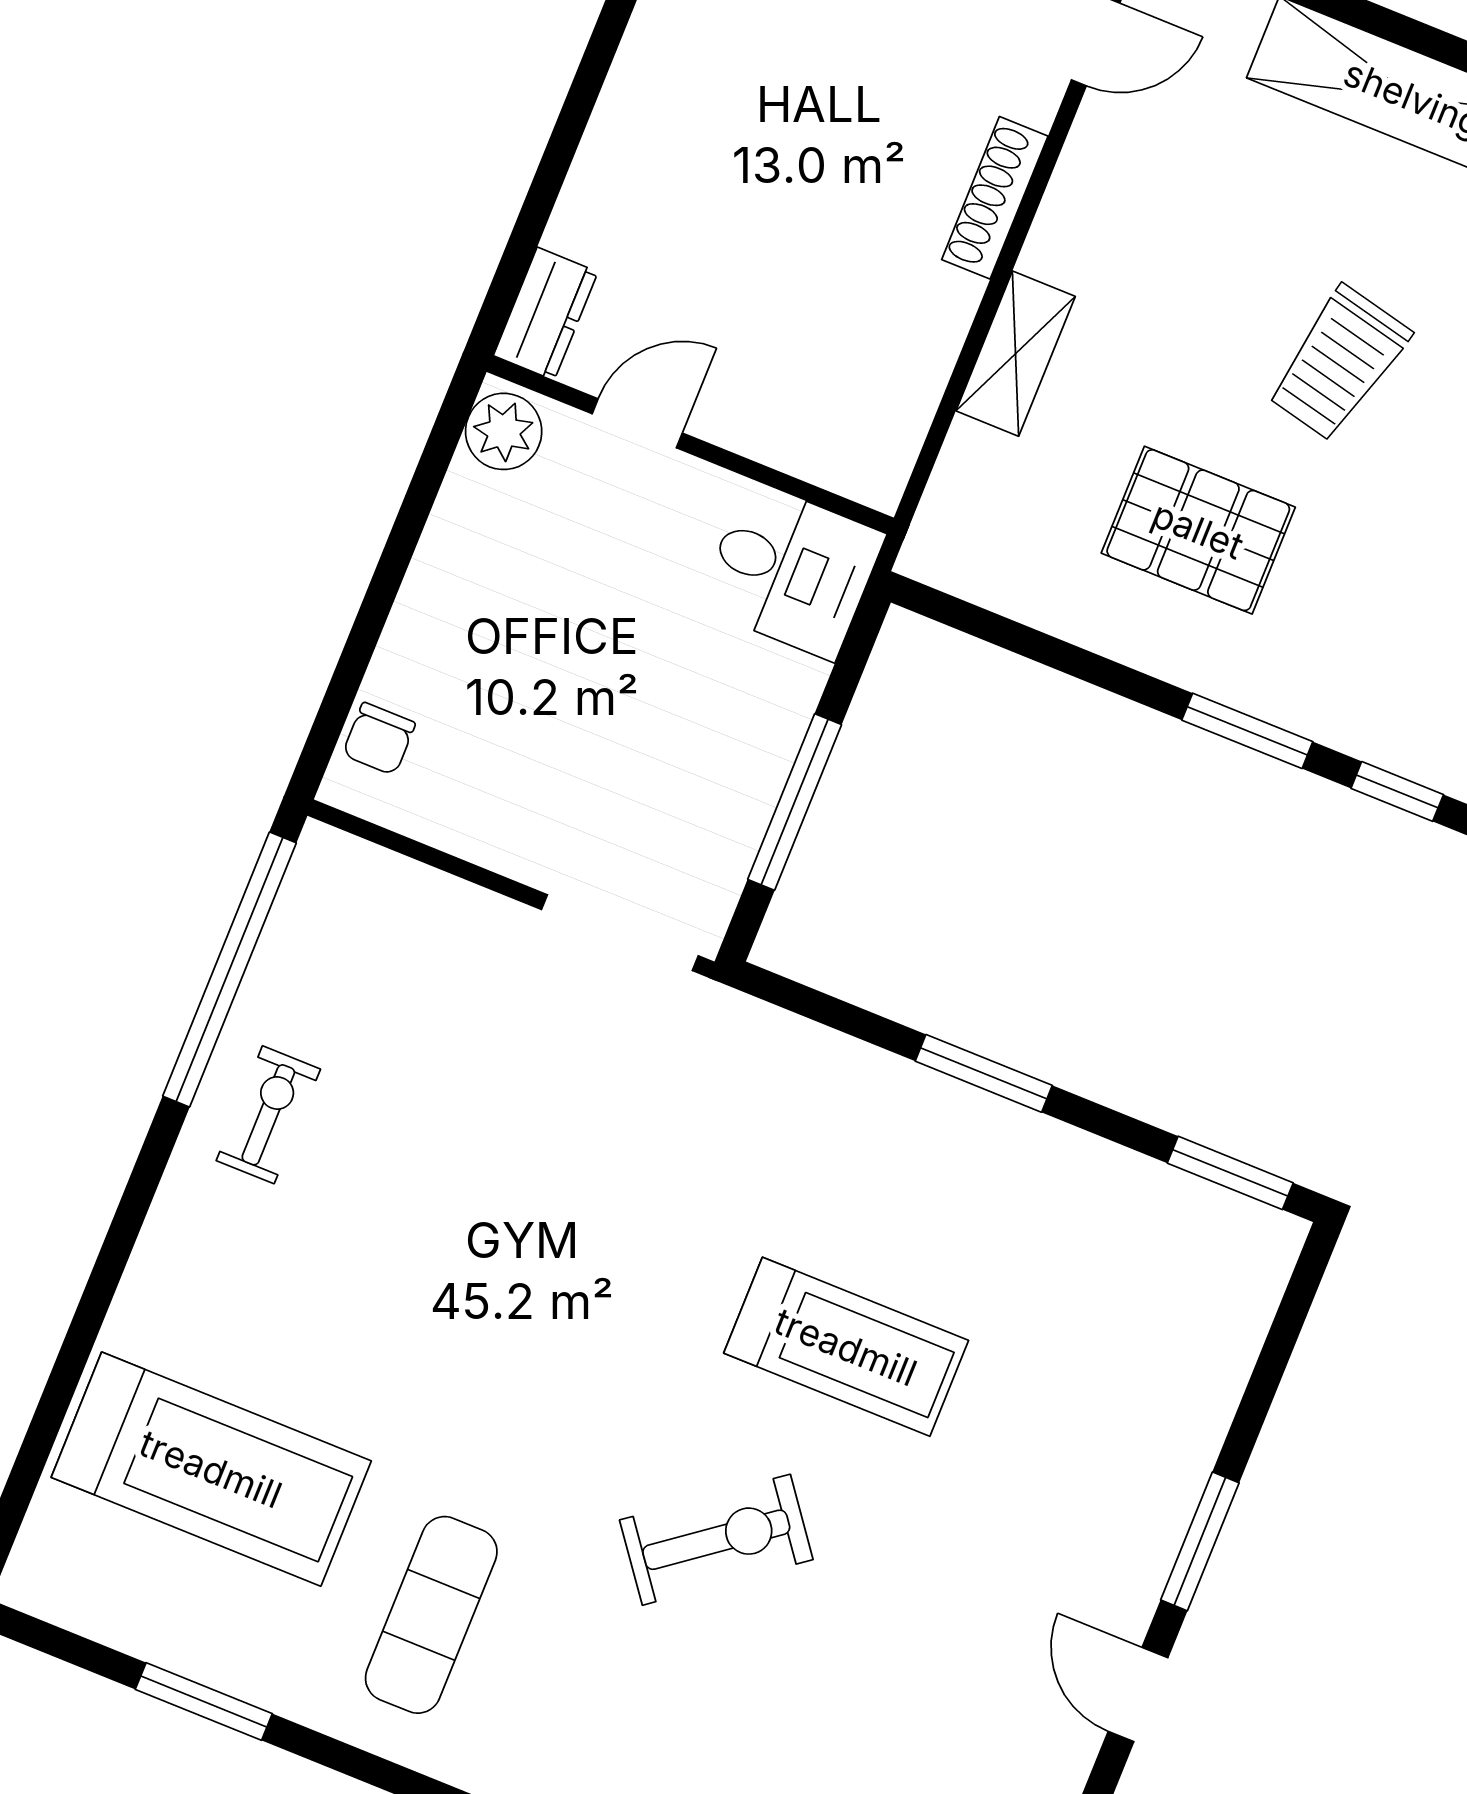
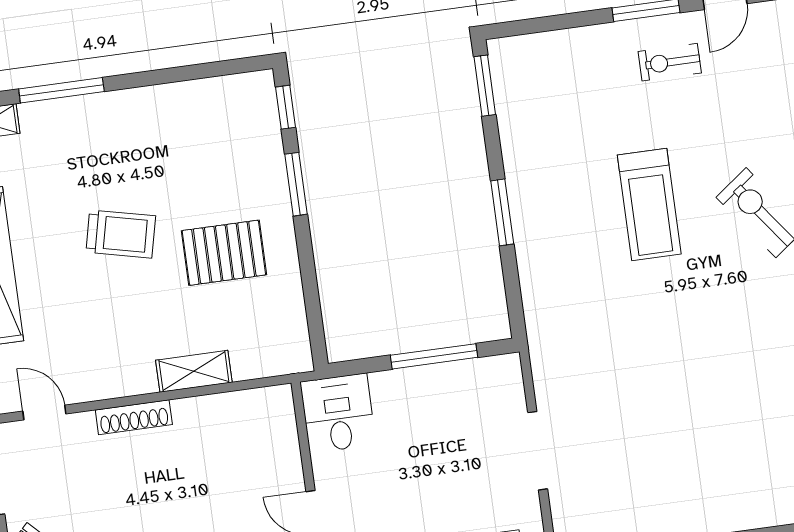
pallet: (1198, 530) -> (224, 253), turned 90
doorway: (620, 933) -> (538, 451), moved
exercise bike: (268, 1115) -> (670, 62), moved
treadmill: (846, 1347) -> (649, 204), turned 180

